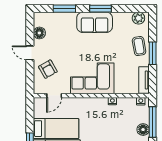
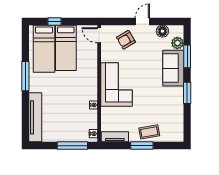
plant: (138, 18) -> (177, 43), moved
sofa: (95, 22) -> (173, 68), moved
door: (54, 96) -> (99, 35), moved
floor lamp: (143, 130) -> (65, 136), removed

